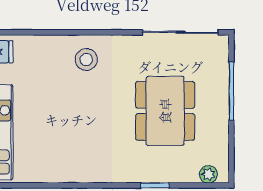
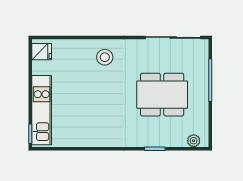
dining table: (165, 111) -> (162, 95), turned 90

